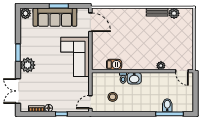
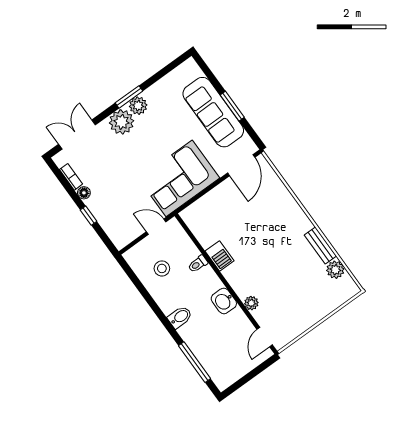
plant: (25, 13) -> (138, 106), moved
barbecue: (114, 65) -> (219, 256), moved
washbasin: (134, 78) -> (224, 301), moved
door: (90, 102) -> (156, 227), moved
bidet: (167, 105) -> (180, 317), moved

